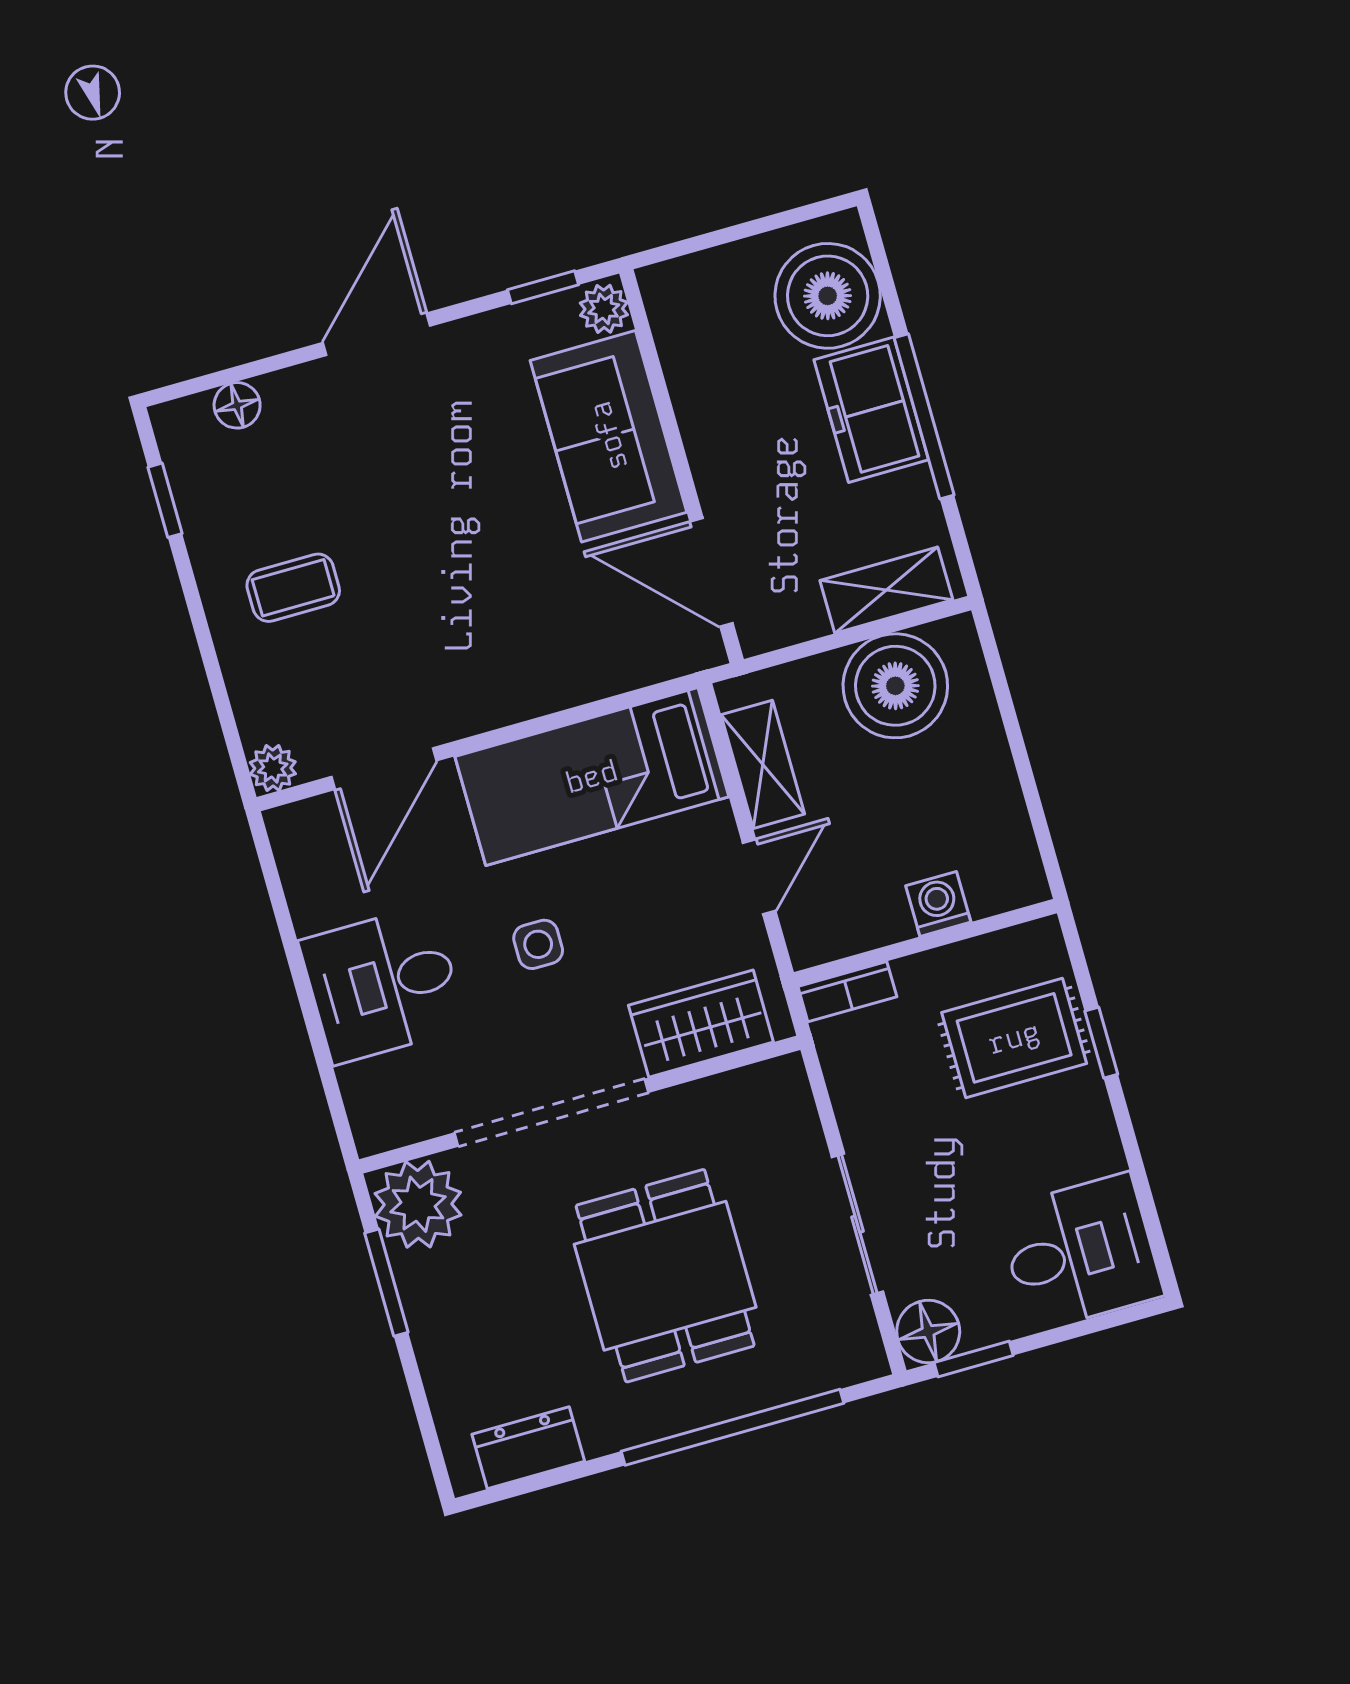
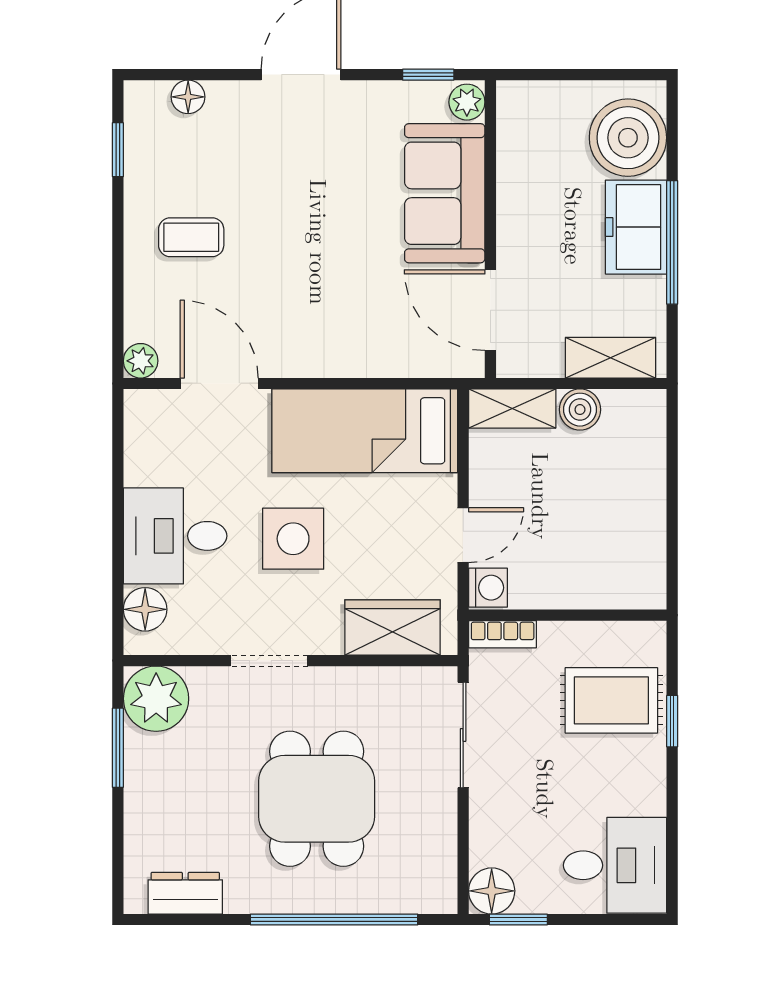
boiler: (895, 686) -> (580, 410), width x0.54, depth x0.54
shelving: (763, 764) -> (512, 409), moved, turned 90
door: (384, 769) -> (219, 383), swing flipped
washing machine: (938, 904) -> (488, 588), moved, turned 90
side table: (538, 944) -> (293, 539), width x1.87, depth x1.87
floor lamp: (371, 1091) -> (145, 609), added
doorway: (551, 1113) -> (269, 661), width x0.53
sliding door: (857, 1224) -> (463, 735), moved

